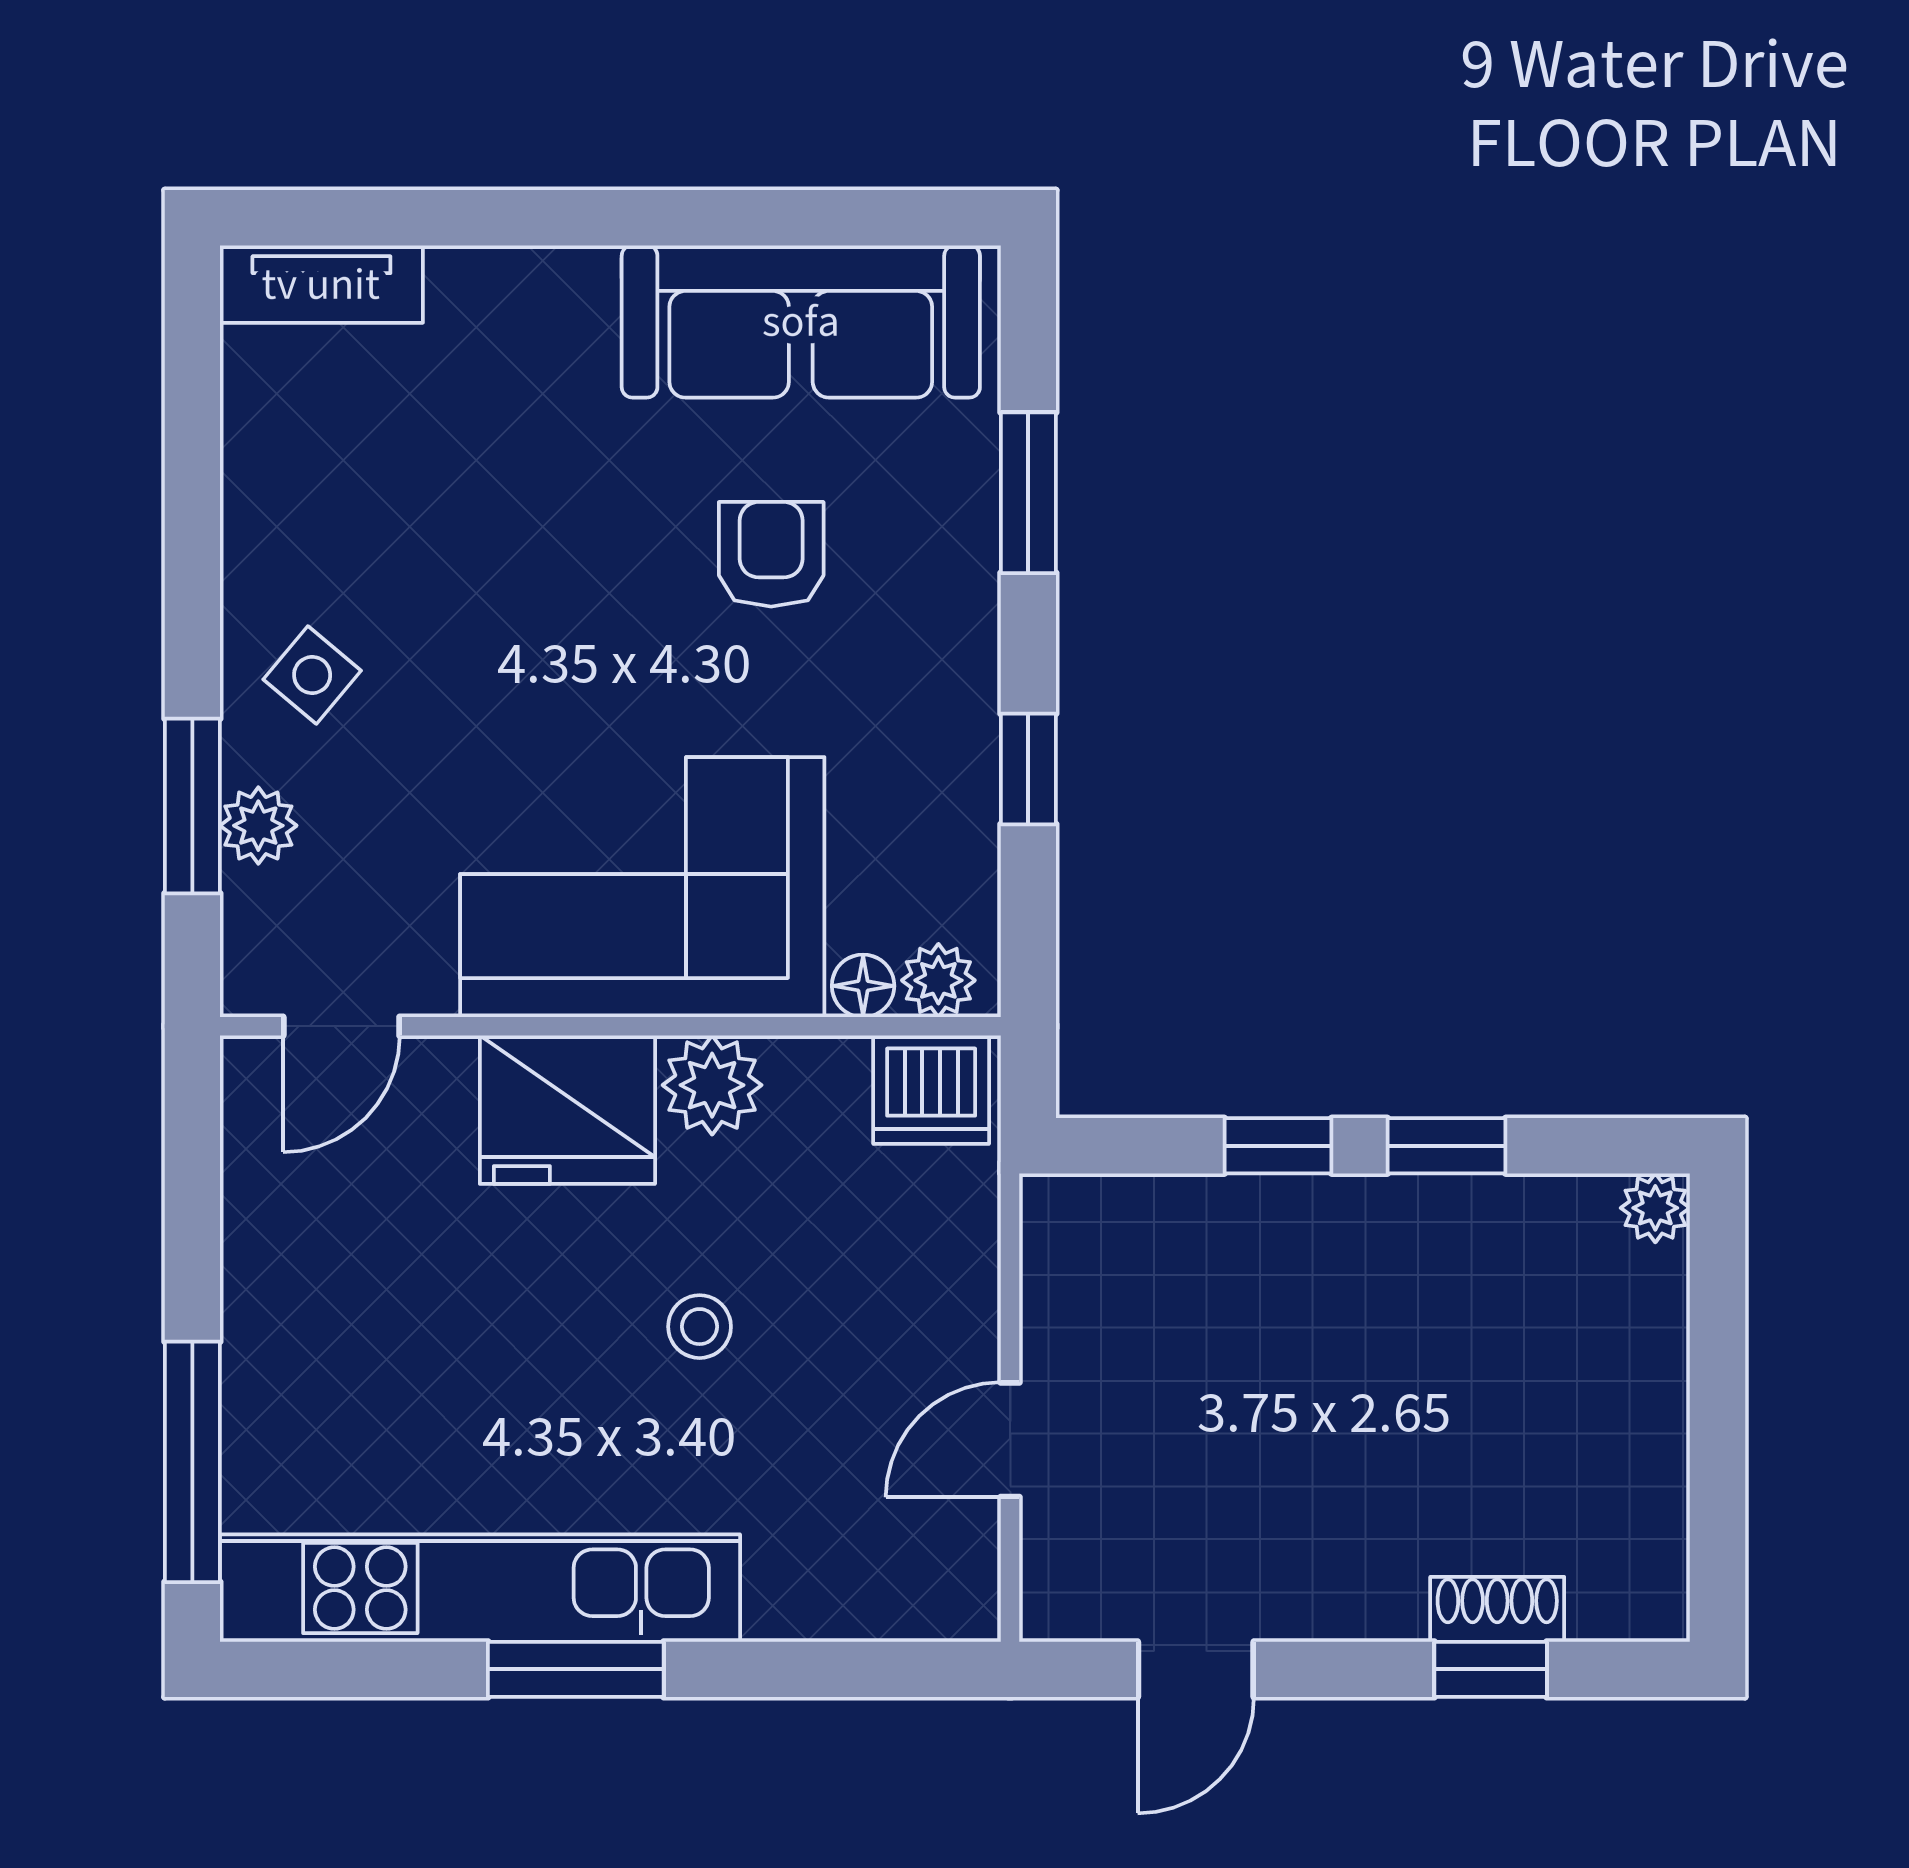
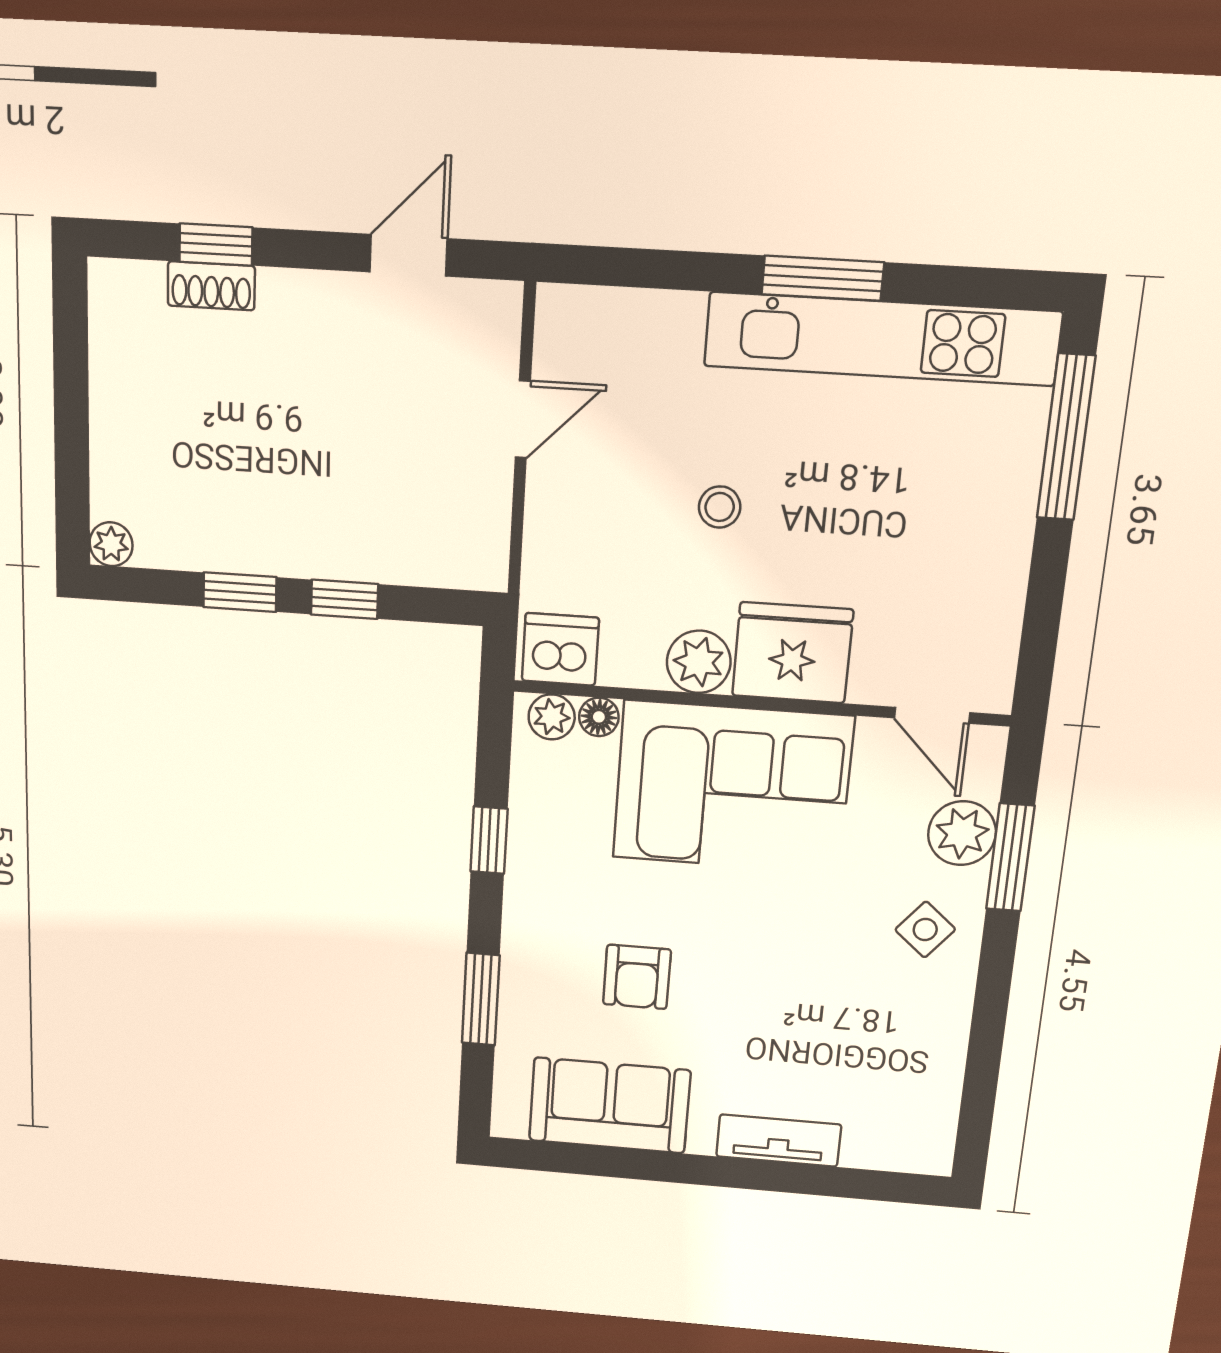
tv unit: (321, 284) -> (779, 1141), moved
sofa: (801, 321) -> (609, 1105), width x0.73
plant: (258, 826) -> (962, 833), width x1.38, depth x1.38
door: (341, 1026) -> (932, 715), swing flipped

